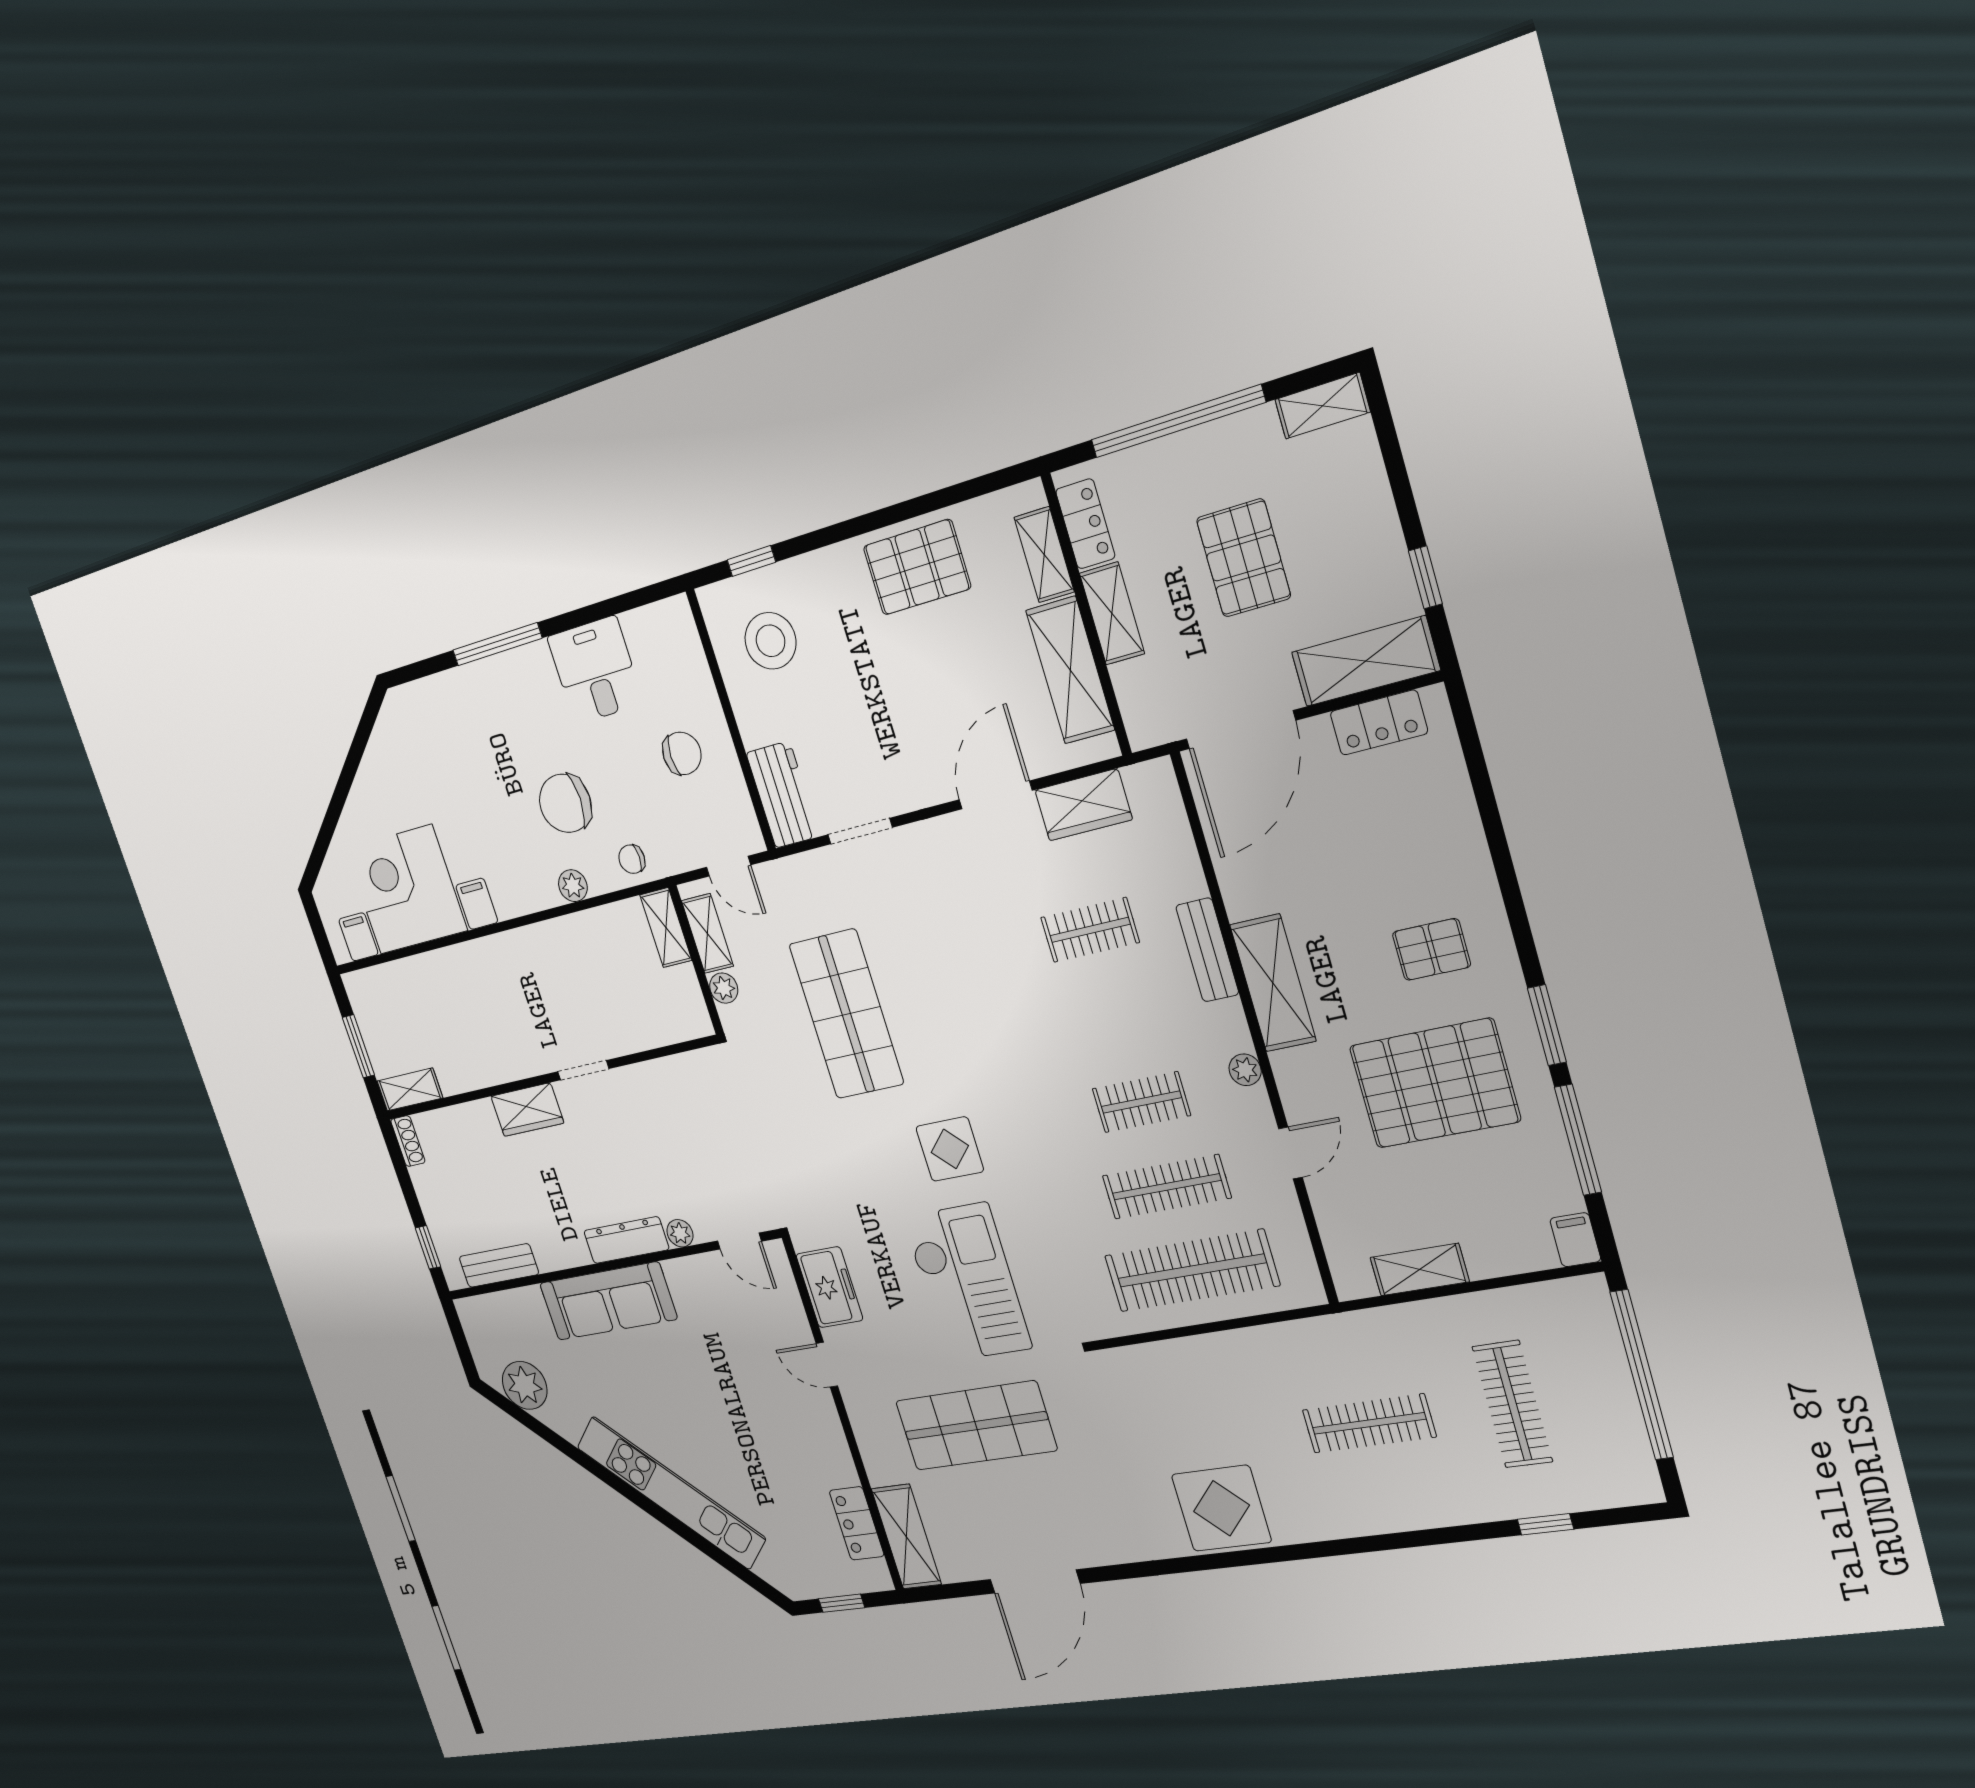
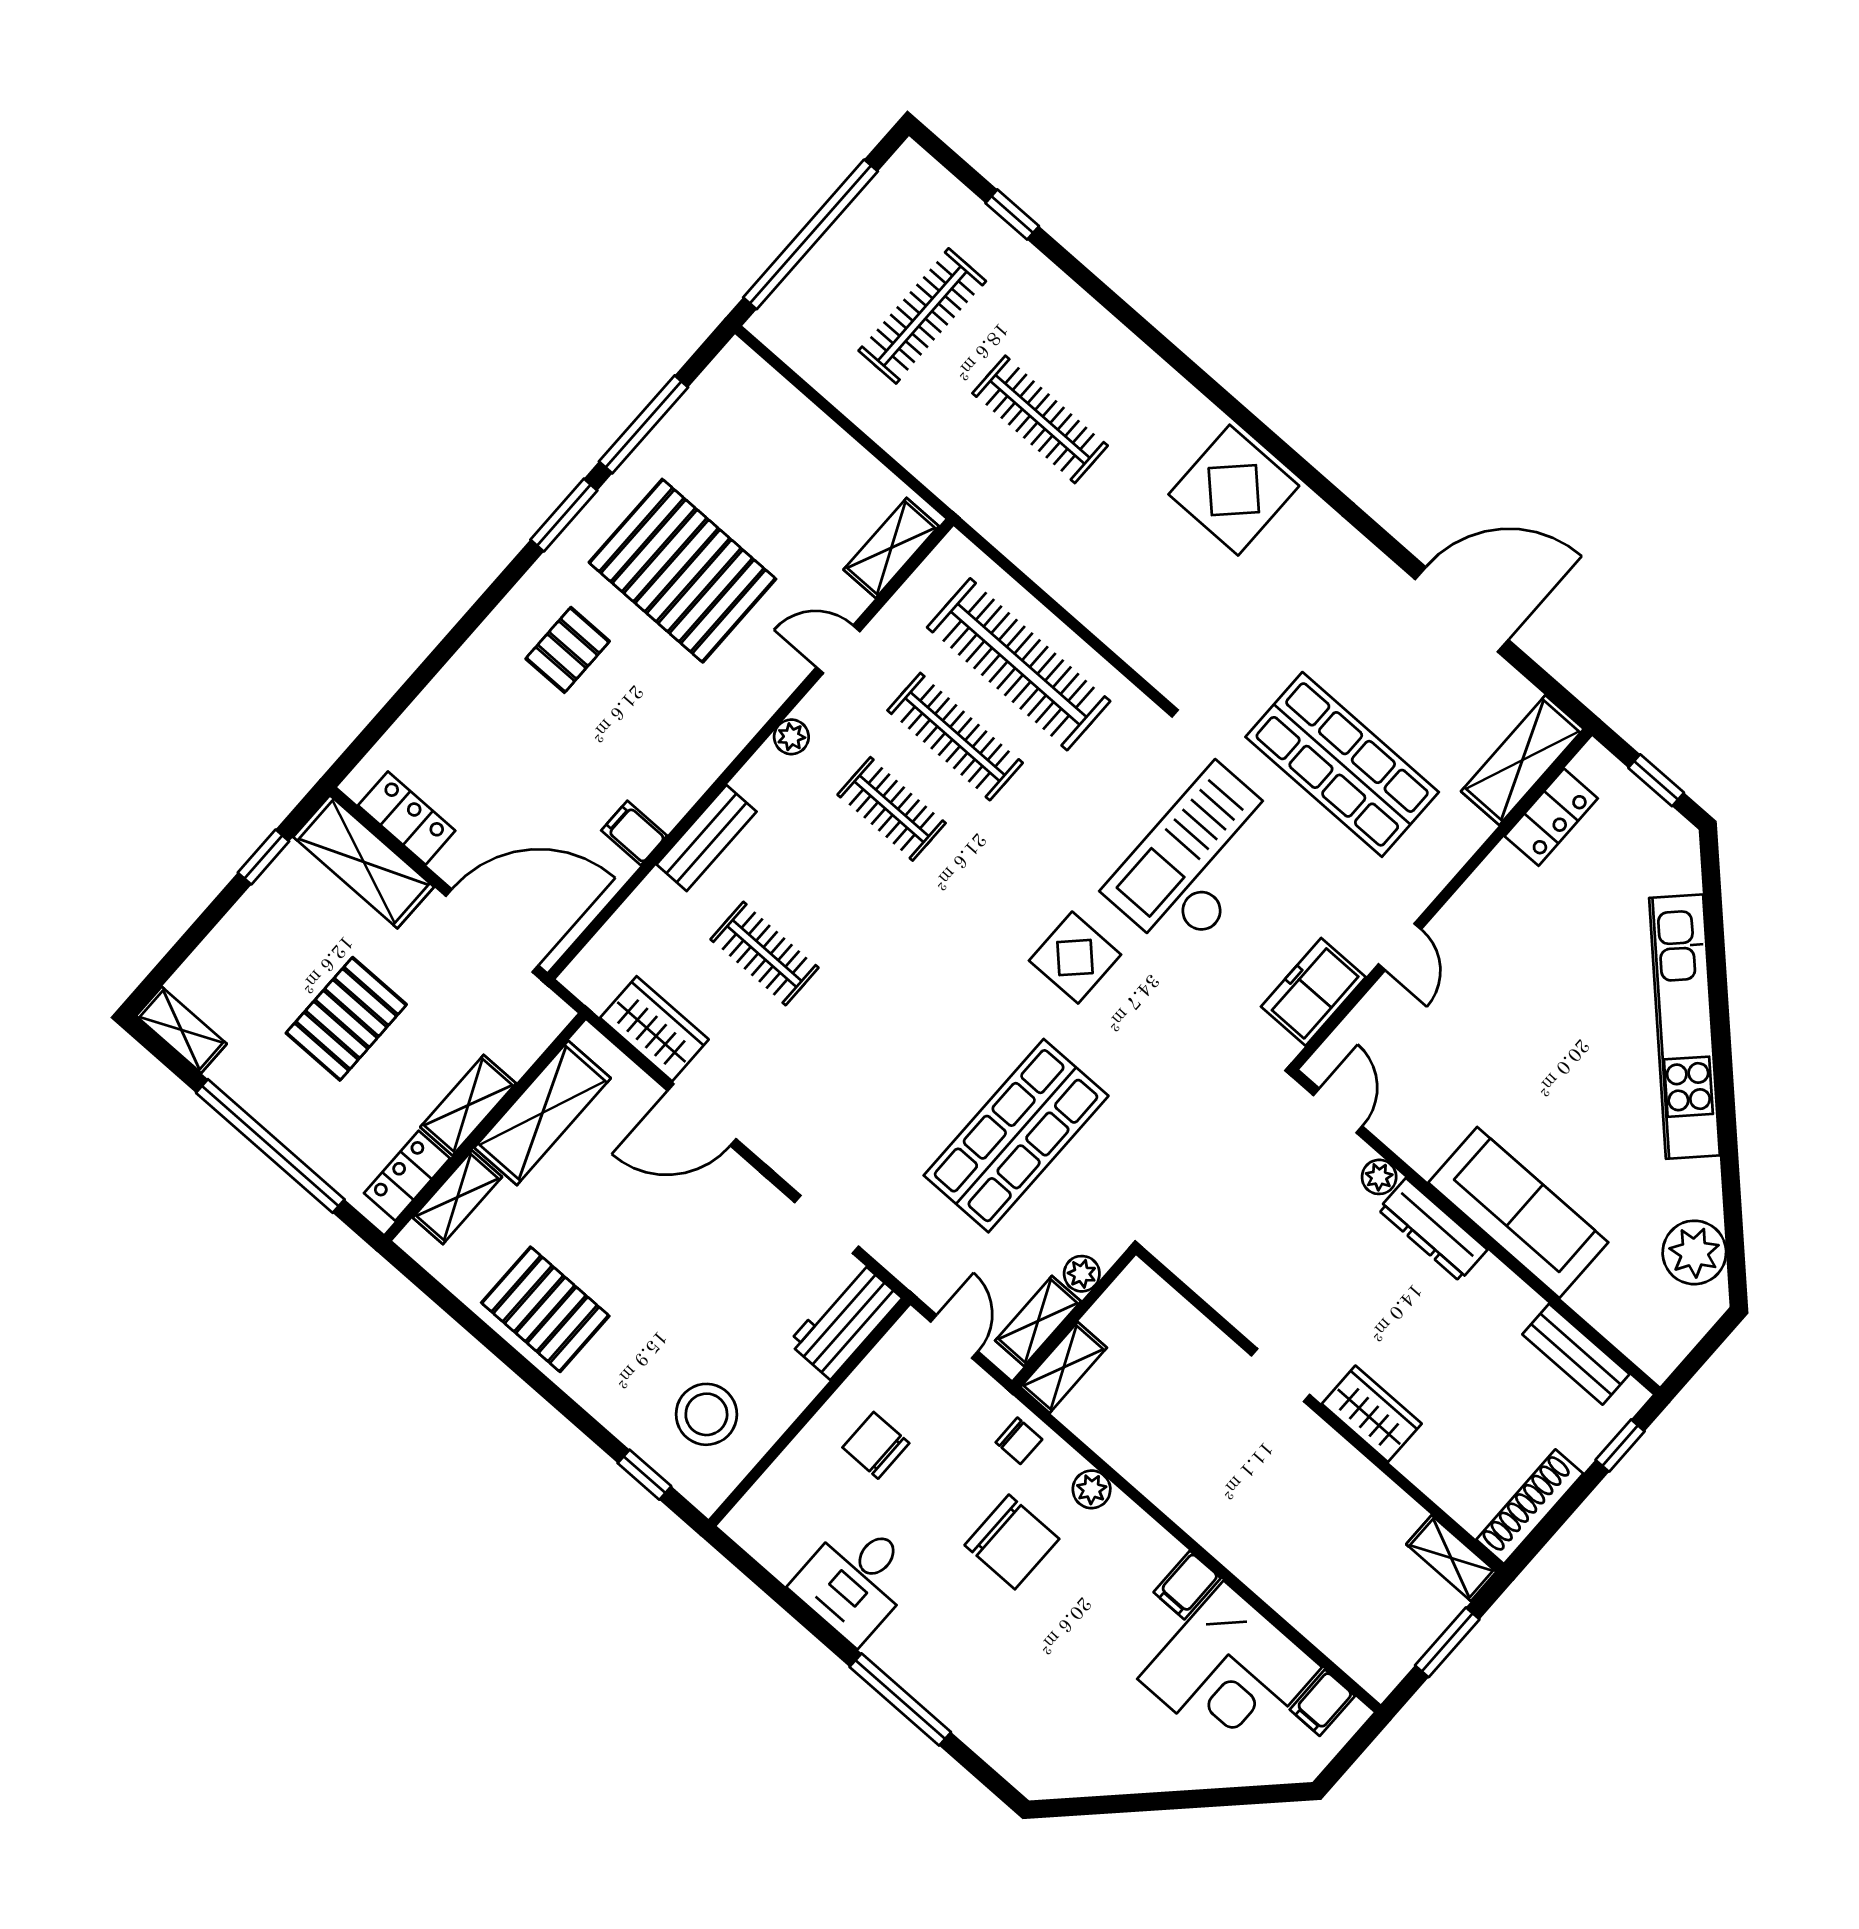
pallet: (1431, 949) -> (568, 650), turned 90
shelving: (1273, 983) -> (694, 763), removed
shoe rack: (408, 1141) -> (1530, 1507), width x1.94, depth x1.24
filing cabinet: (1575, 1240) -> (634, 833), moved, turned 90
shelving: (1420, 1270) -> (891, 548), moved, turned 90

